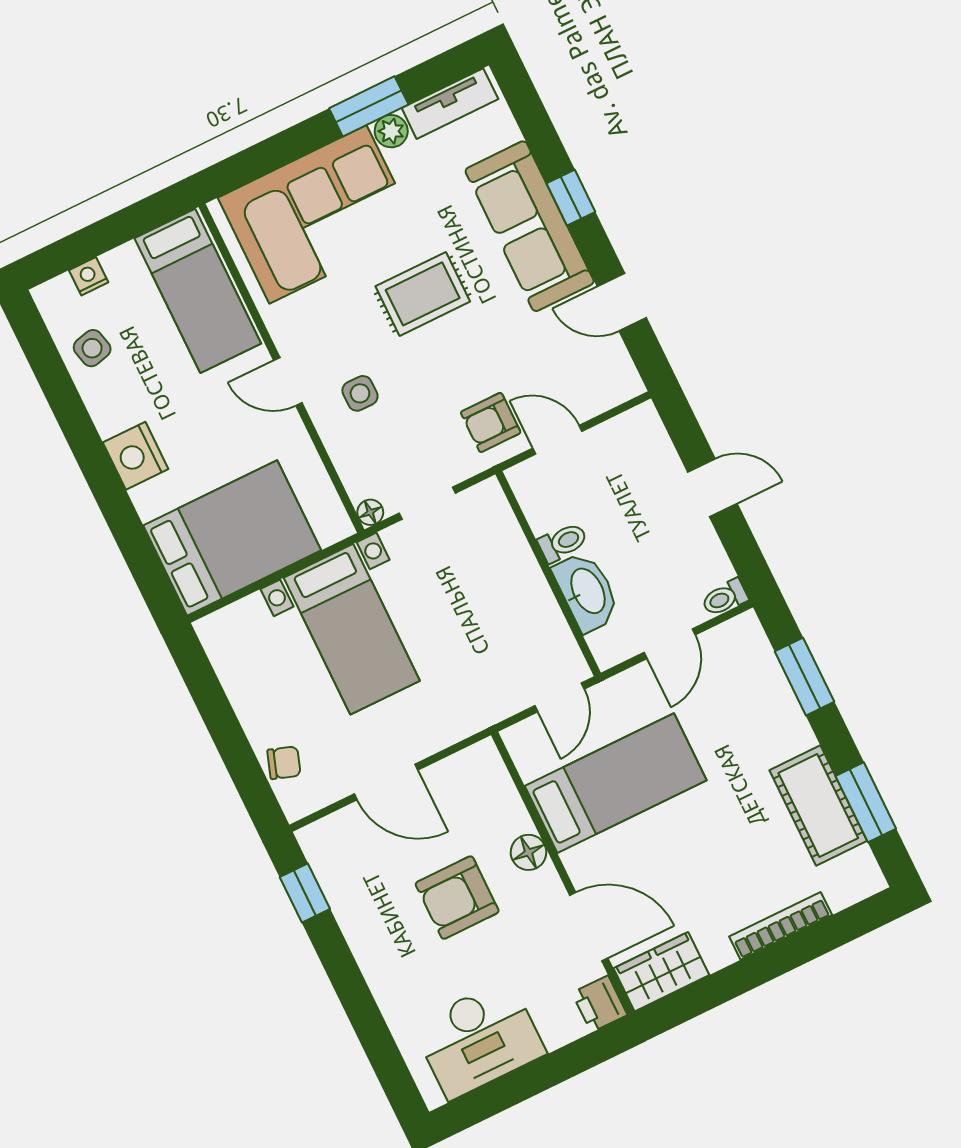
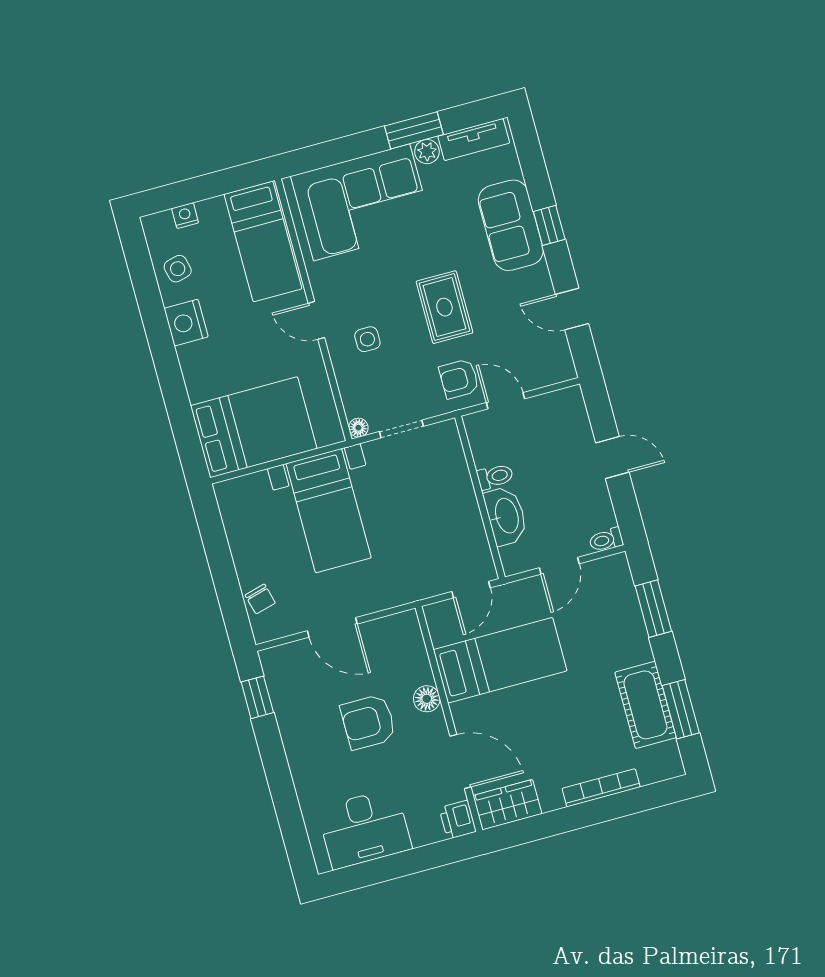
sofa: (530, 226) -> (511, 225), width x0.73
rug: (423, 294) -> (444, 307), moved, turned 90
nightstand: (136, 456) -> (186, 323), moved
chair: (284, 763) -> (260, 599), turned 56

